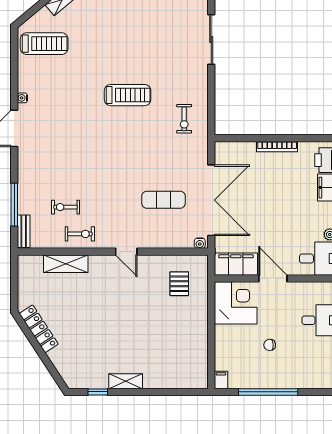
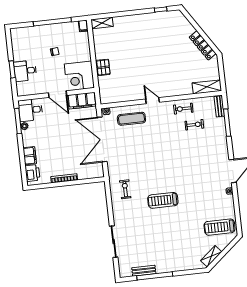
exercise mat: (163, 200) -> (131, 119), moved
shelving: (66, 264) -> (207, 87), moved
pallet: (179, 284) -> (103, 67), moved
shelving: (126, 381) -> (102, 23), moved

